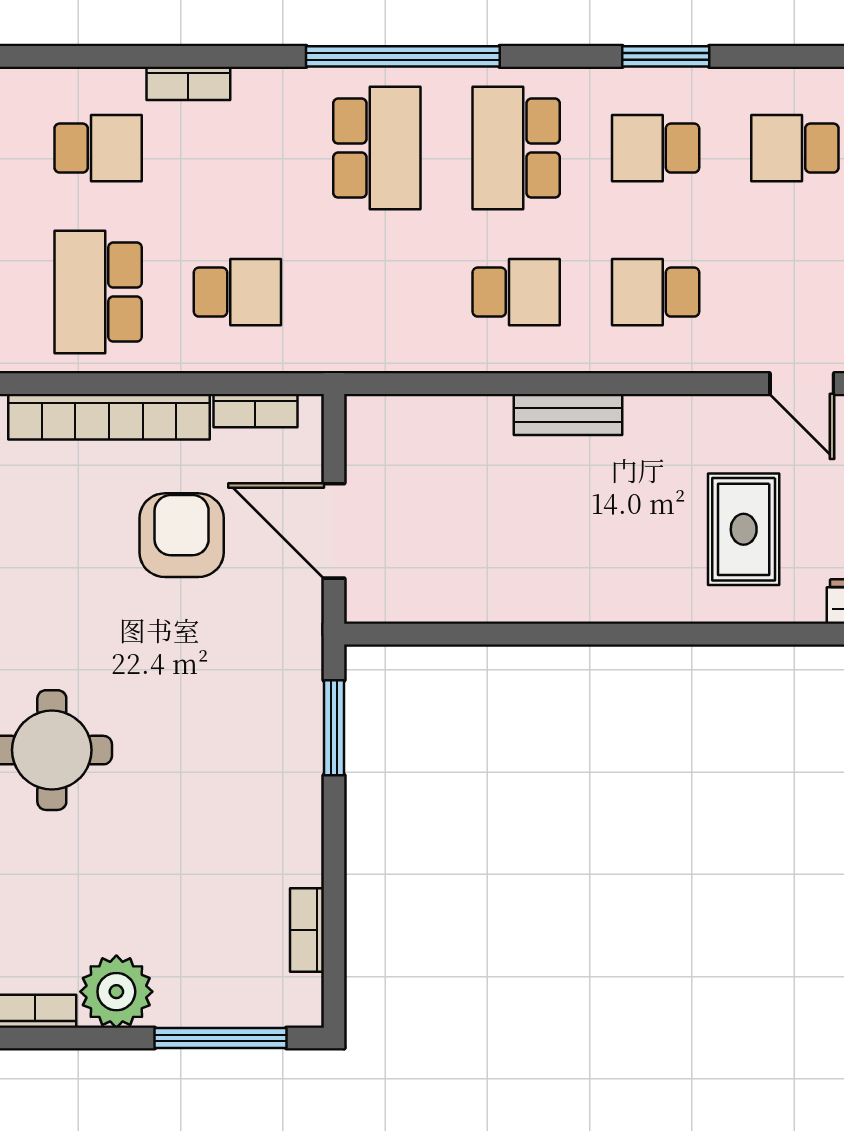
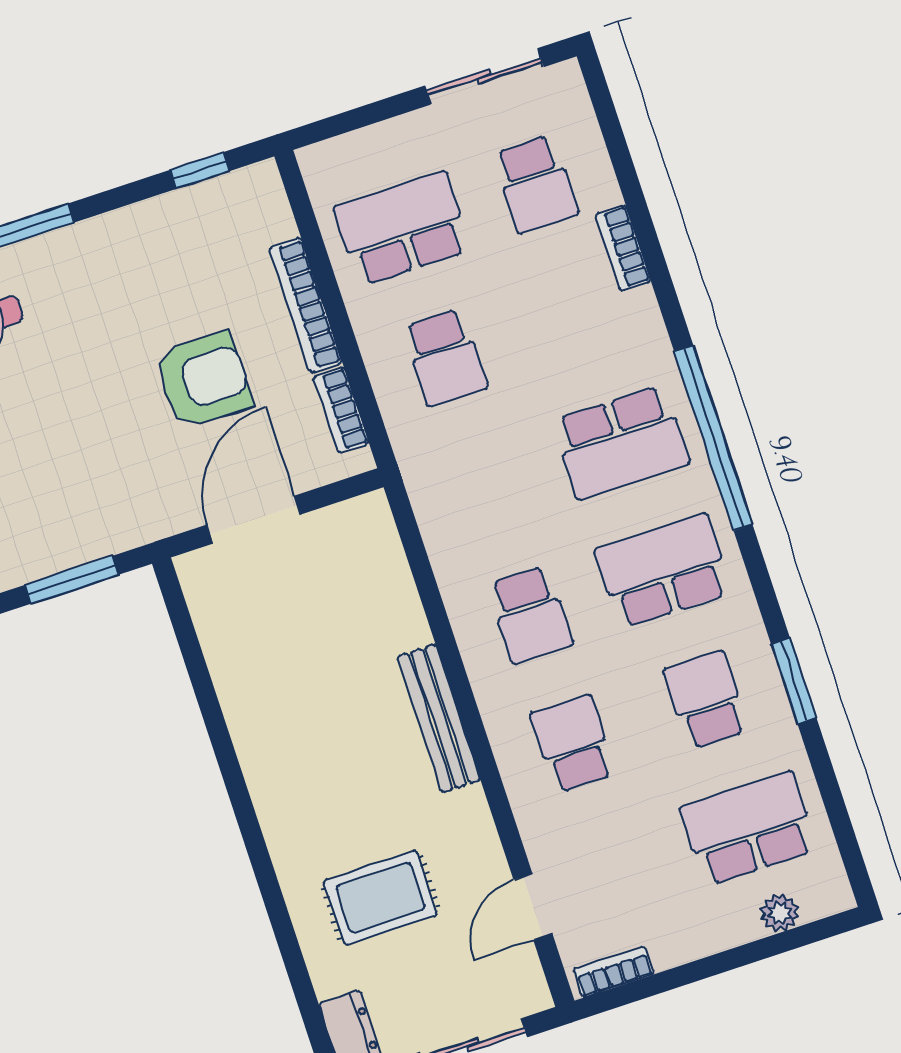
school desk: (795, 148) -> (749, 829), width x1.85
bench: (568, 415) -> (439, 718), width x1.36
bookcase: (109, 417) -> (306, 305), width x0.68, depth x0.76

